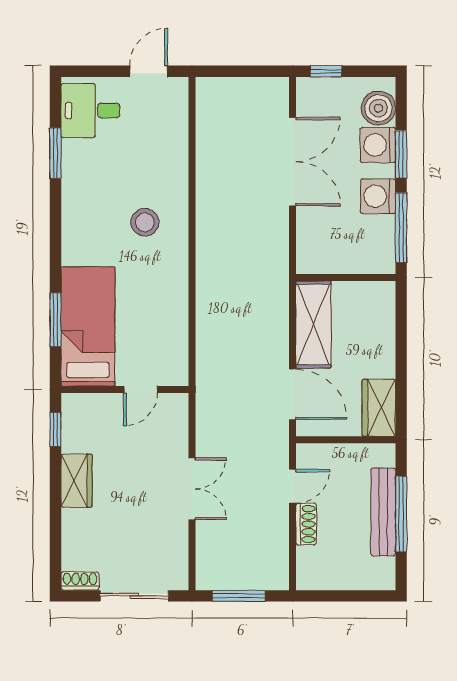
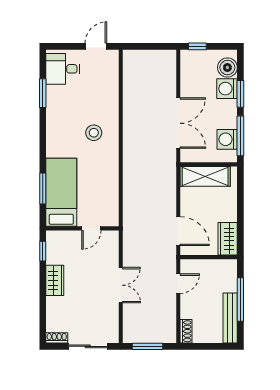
double door: (293, 162) -> (178, 123), moved
washing machine: (378, 196) -> (227, 139), moved
shelving: (313, 325) -> (205, 176), moved, turned 90
bench: (383, 512) -> (230, 318), moved
shoe rack: (306, 524) -> (186, 331), moved

